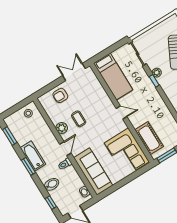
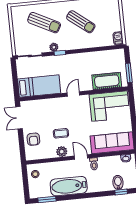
bathtub: (33, 156) -> (69, 186), width x1.36, depth x1.36
window: (28, 166) -> (81, 196), removed
bidet: (52, 184) -> (118, 182), moved

